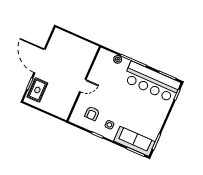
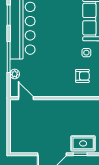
door: (83, 86) -> (26, 98), moved

